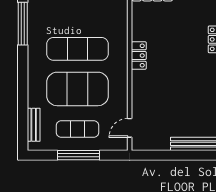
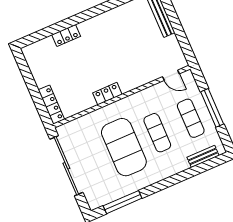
exercise mat: (78, 49) -> (124, 147), width x1.47
exercise mat: (78, 89) -> (157, 133), width x0.50, depth x0.69

